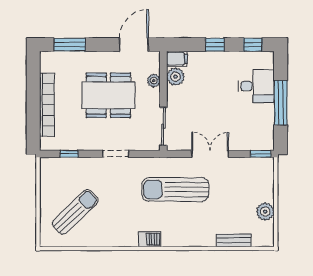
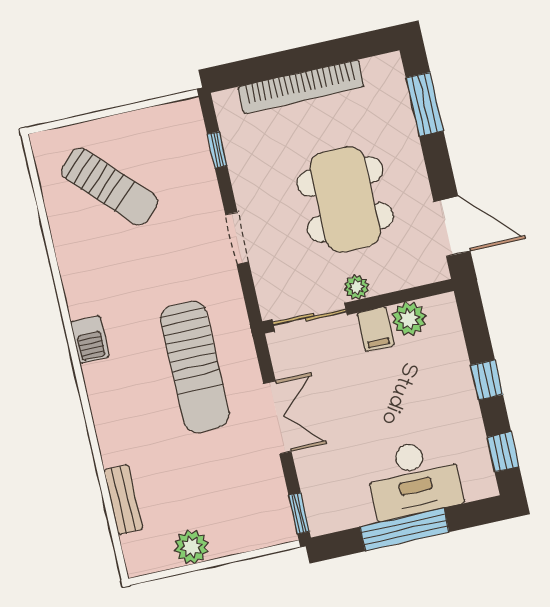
filing cabinet: (177, 59) -> (376, 329), moved
plant: (154, 81) -> (357, 287), moved
desk: (256, 86) -> (414, 479), width x1.37
sun lounger: (175, 190) -> (195, 367), turned 180

